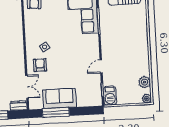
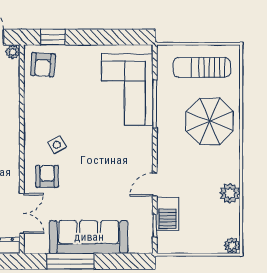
parasol: (130, 29) -> (210, 121), added
plant: (145, 82) -> (230, 193), moved
barbecue: (110, 96) -> (168, 214), moved
sofa: (59, 98) -> (89, 237), width x1.36

